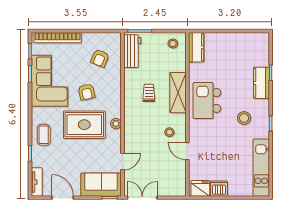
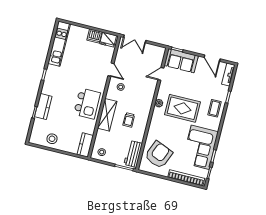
armchair: (100, 58) -> (159, 155), width x1.88, depth x1.88
armchair: (87, 92) -> (175, 132), removed
stool: (244, 118) -> (52, 139), moved
double door: (142, 198) -> (135, 39), moved

